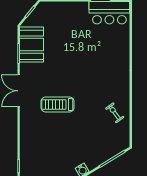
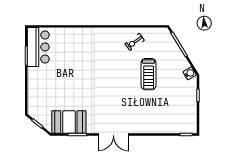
treadmill: (57, 104) -> (149, 74), moved

